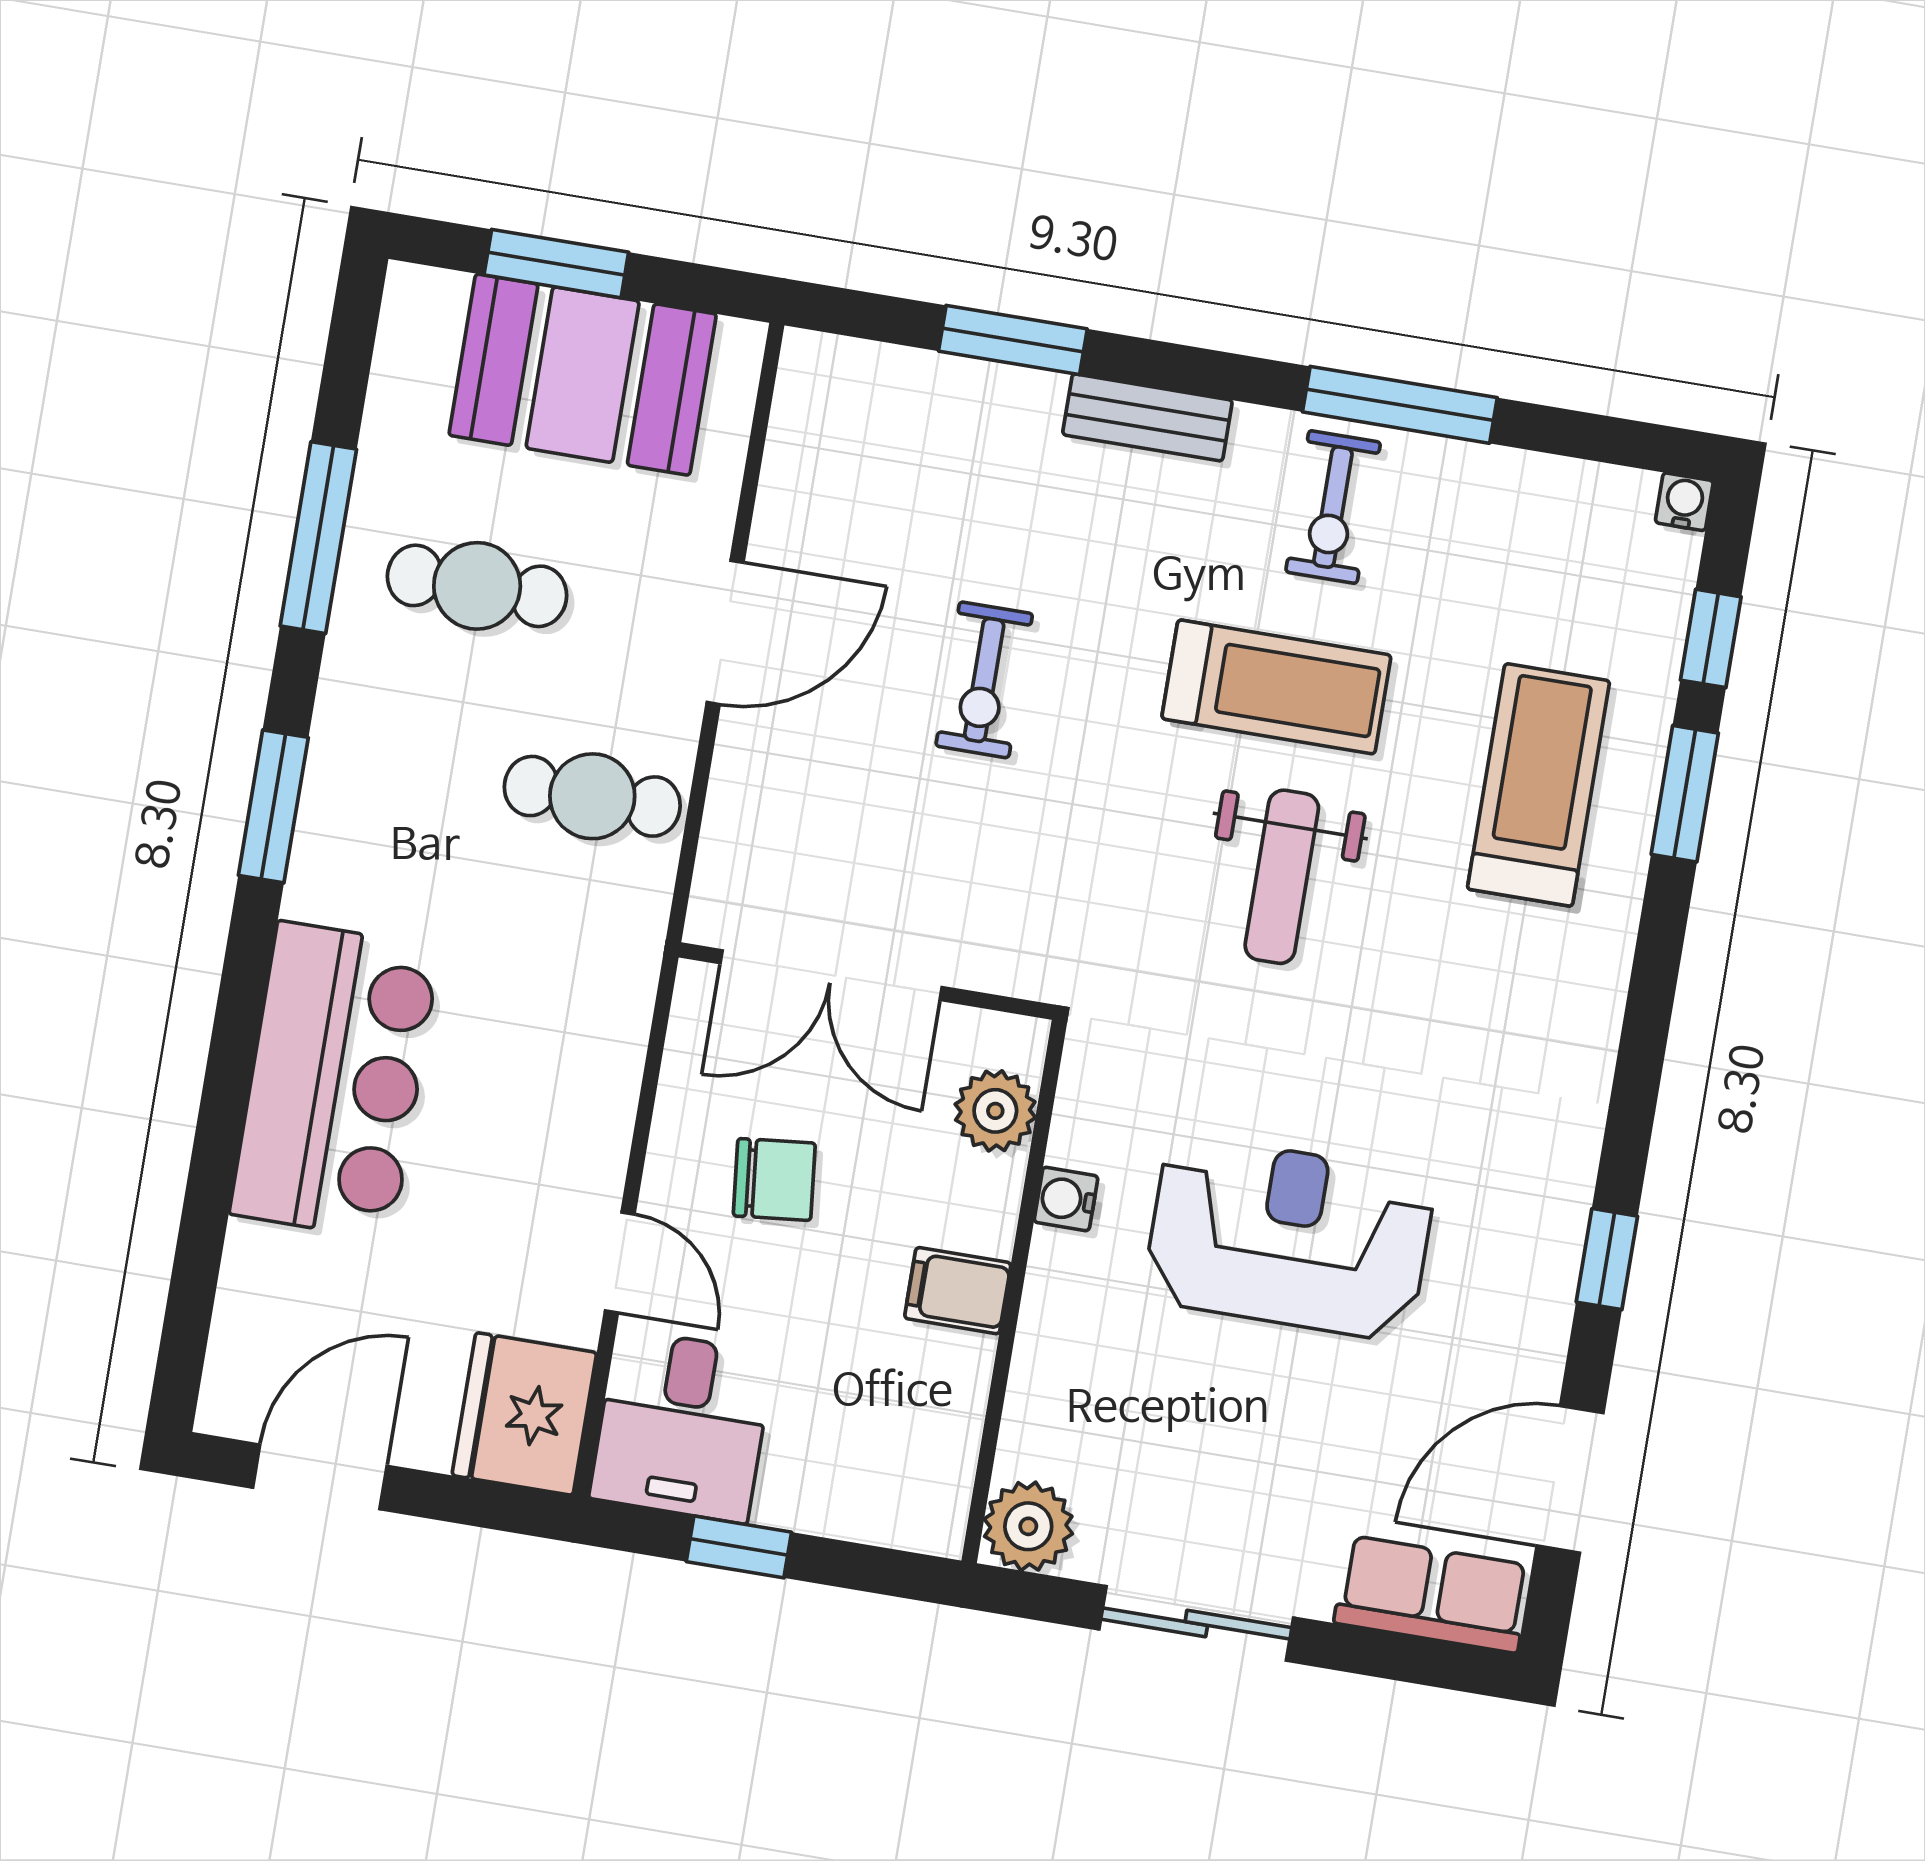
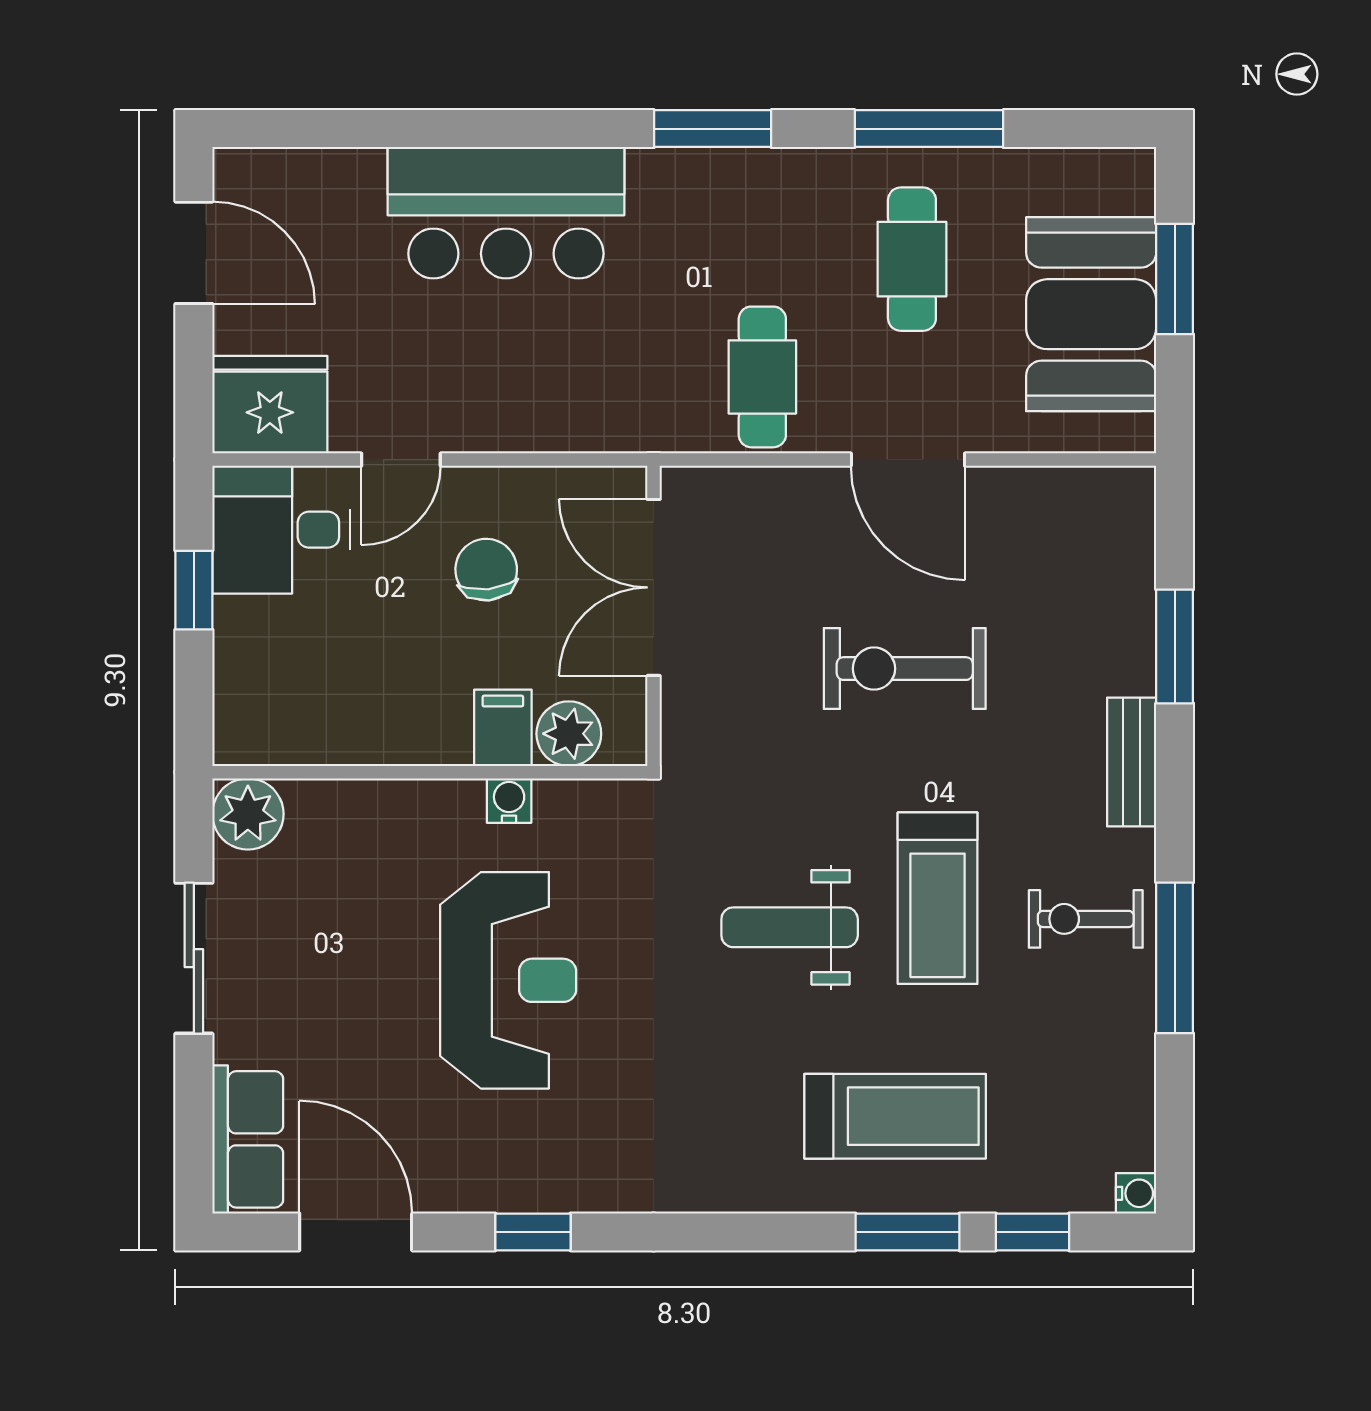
exercise bike: (984, 680) -> (905, 669), width x1.38, depth x1.39
chair: (774, 1179) -> (486, 570), turned 180
filing cabinet: (958, 1291) -> (503, 728), moved

